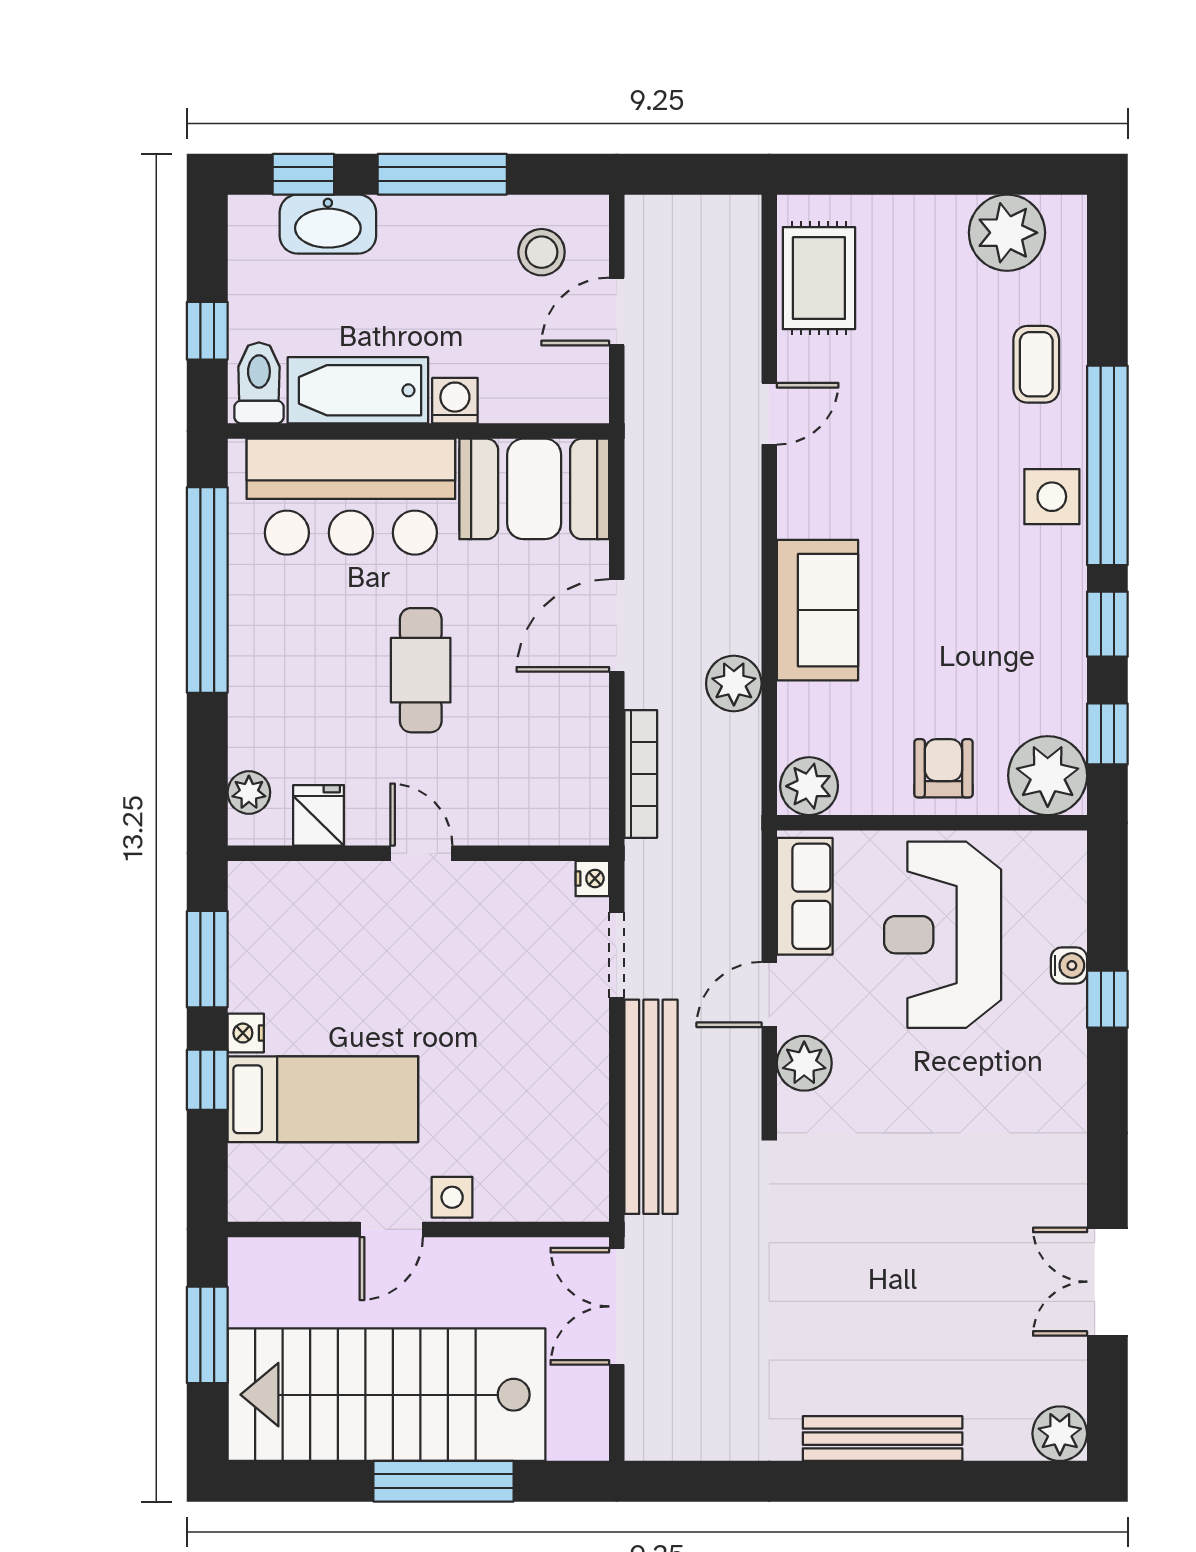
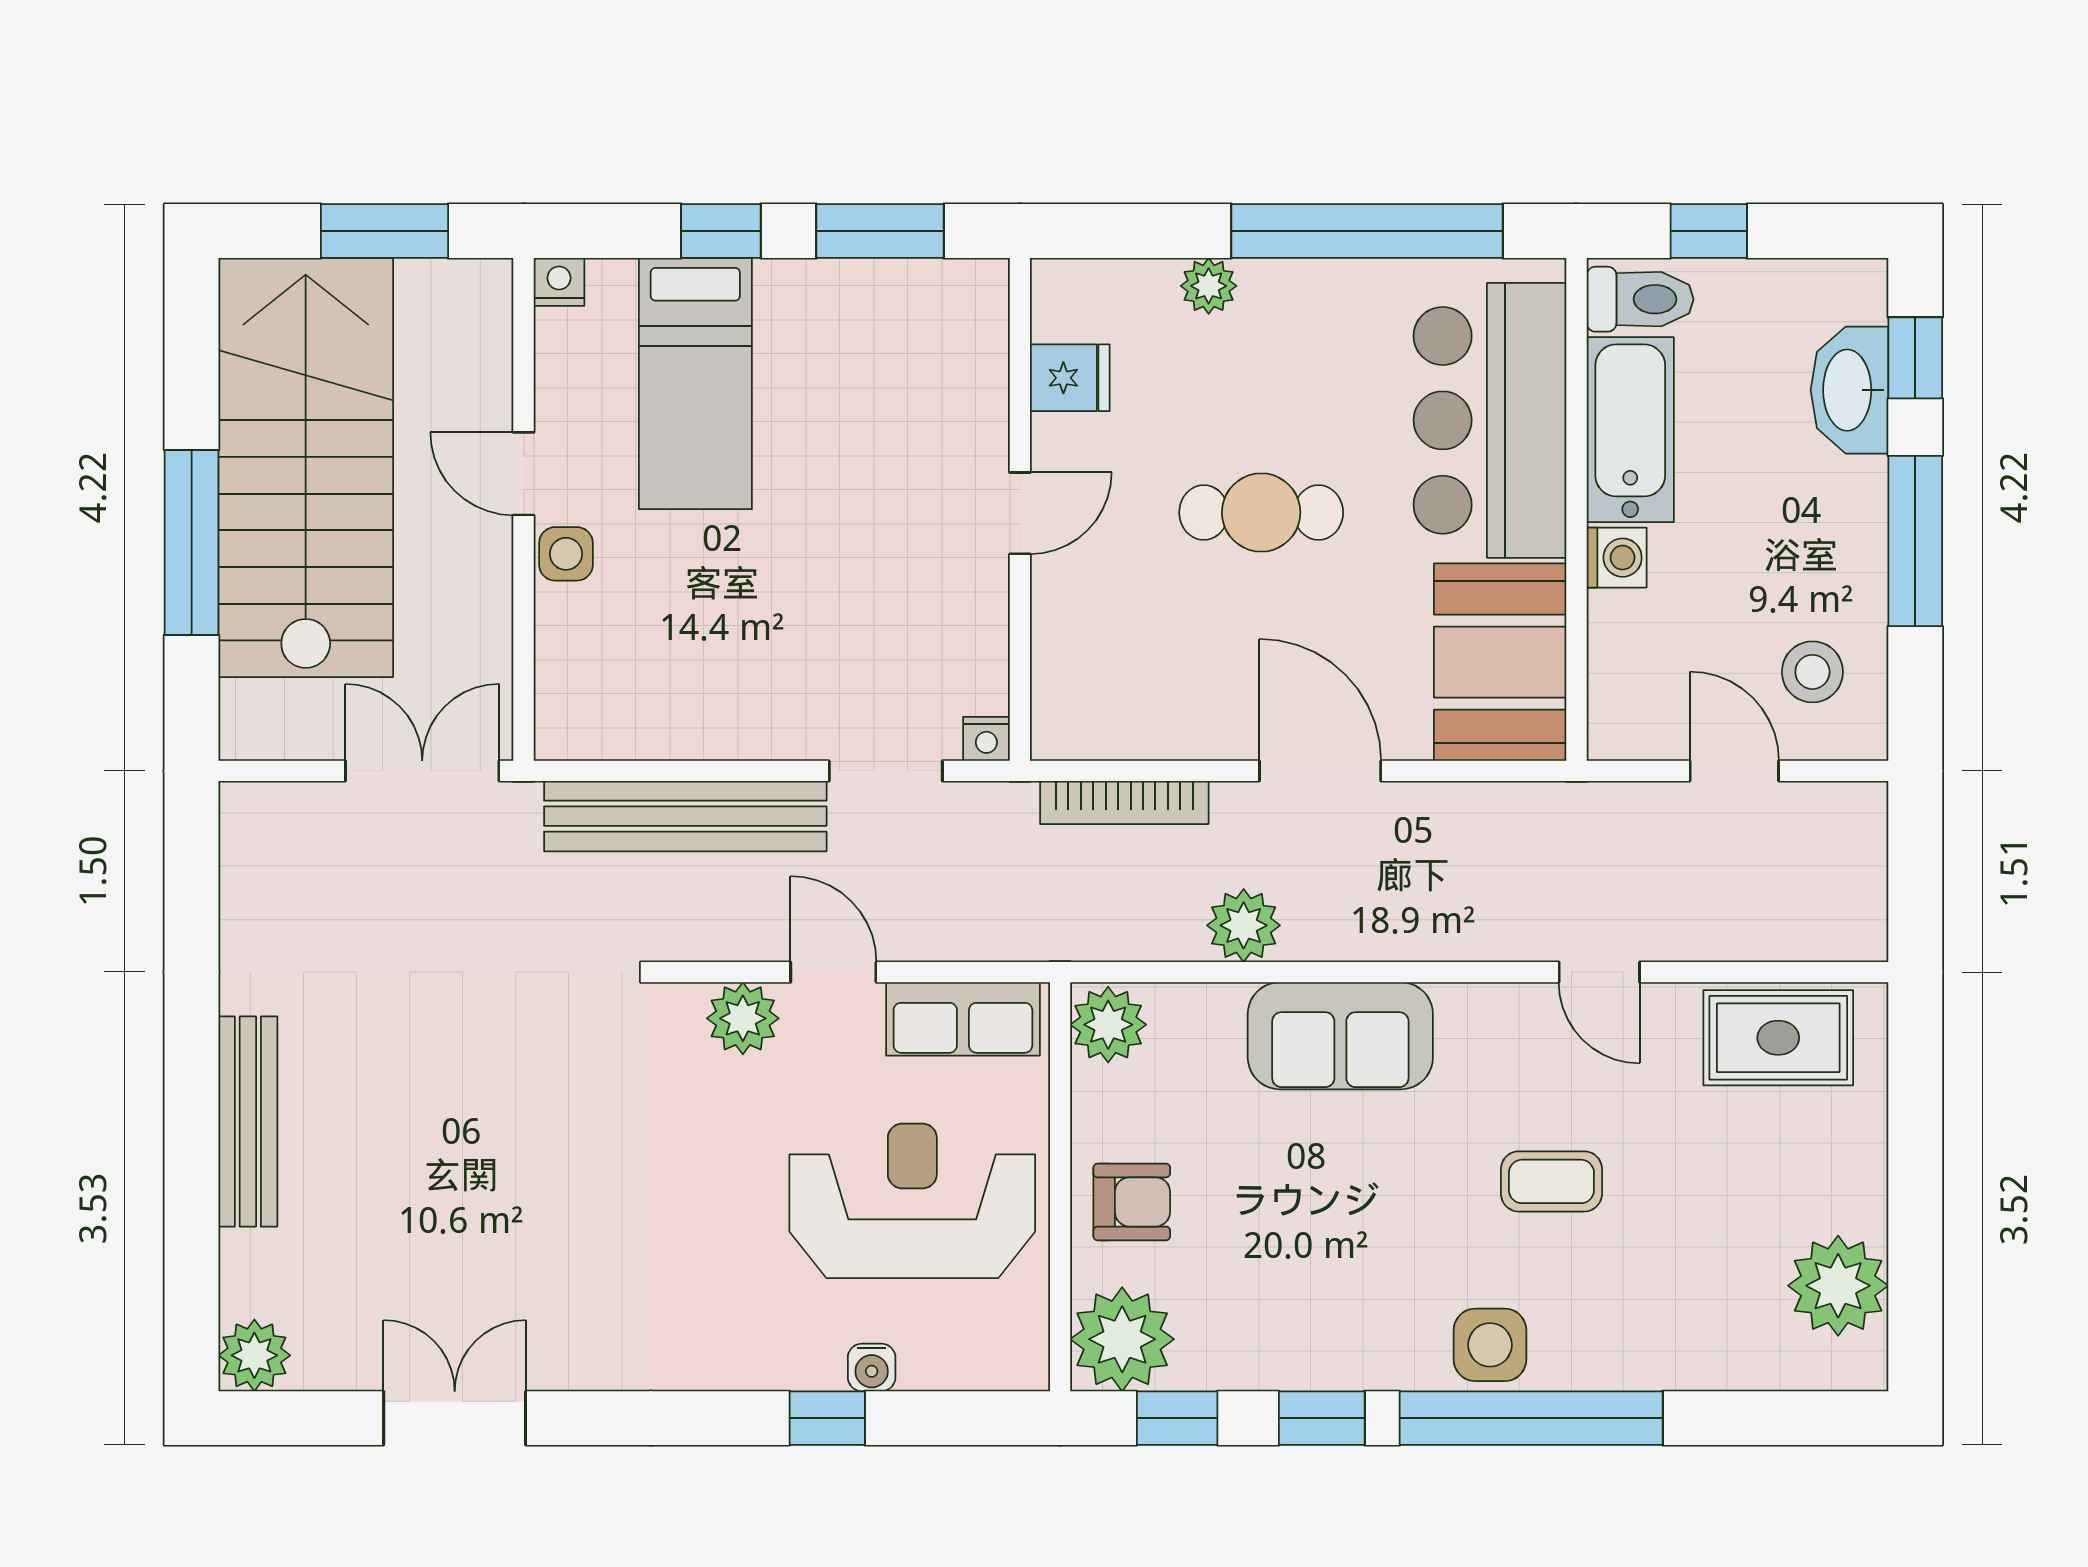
coffee table: (1036, 364) -> (1551, 1181), moved
plant: (249, 792) -> (1209, 286), moved
nightstand: (246, 1033) -> (559, 282), moved

